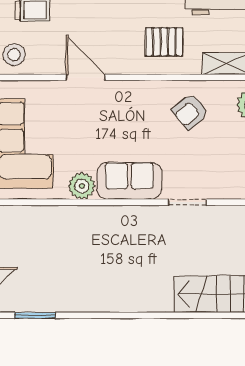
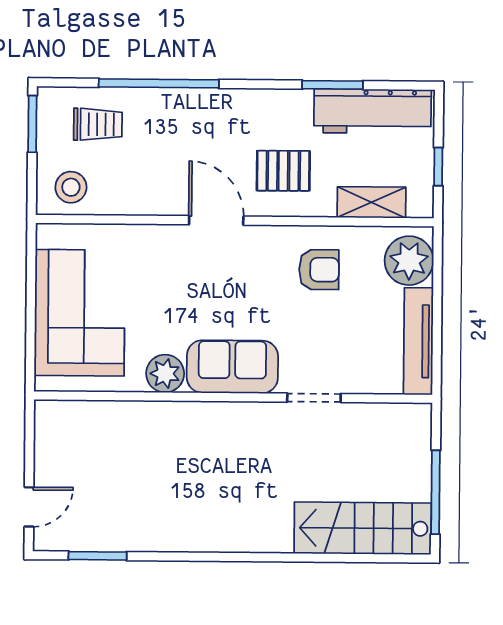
door: (85, 77) -> (216, 220), moved
armchair: (190, 112) -> (319, 270), turned -140

